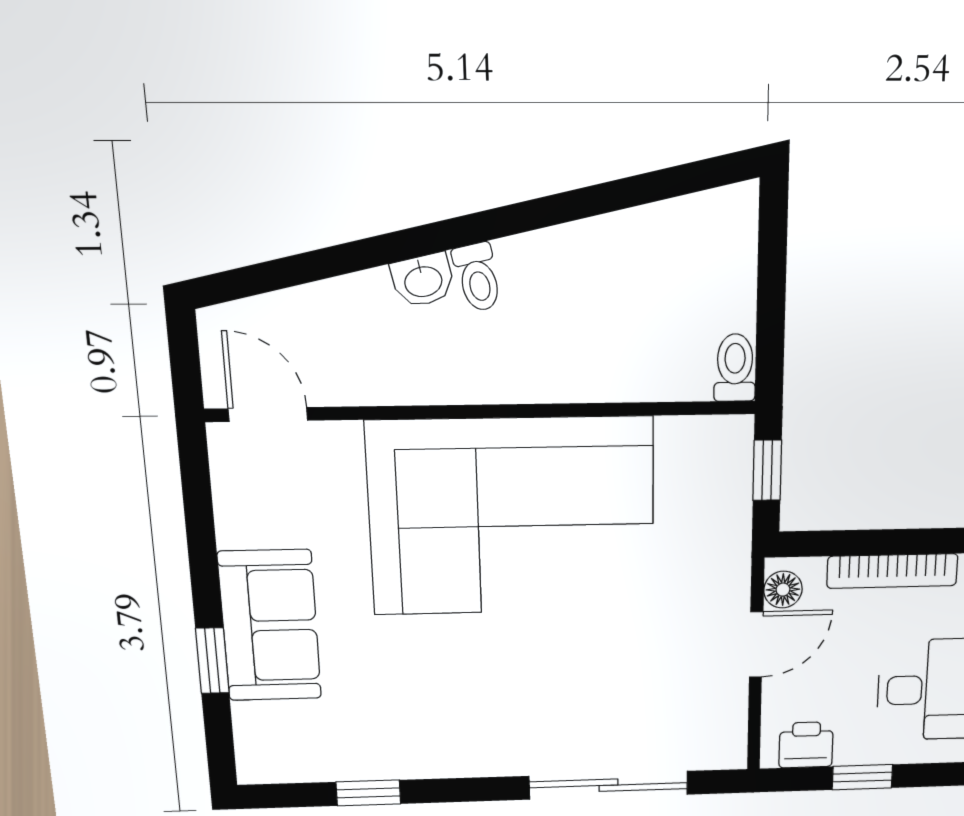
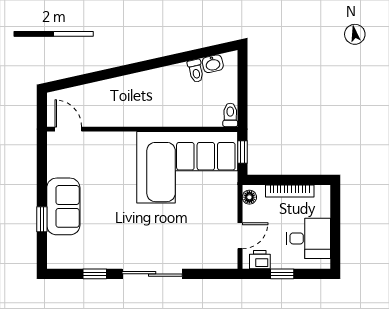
toilet: (478, 277) -> (196, 71), moved
washbasin: (423, 280) -> (213, 64), moved
corner sofa: (512, 516) -> (187, 167), moved
door: (756, 645) -> (240, 236), moved
sliding door: (609, 785) -> (152, 274), moved

